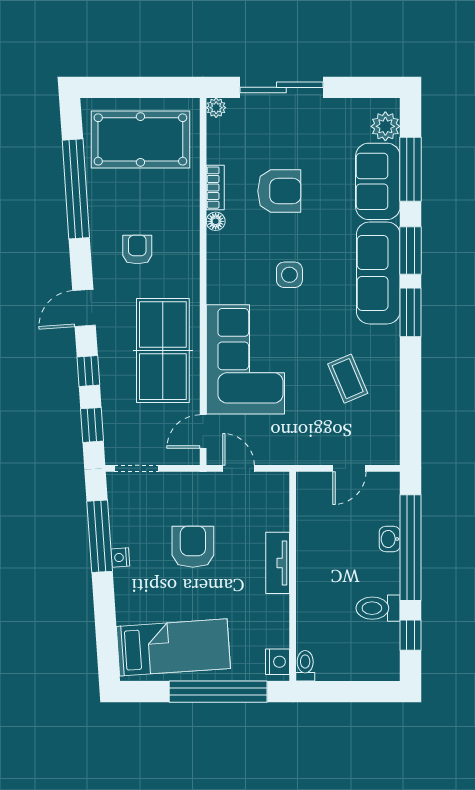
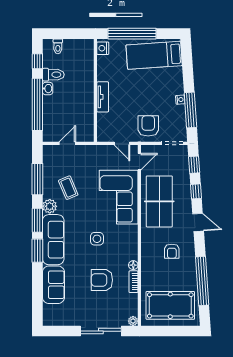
plant: (385, 126) -> (50, 206), moved
window: (410, 169) -> (37, 179), moved
door: (84, 308) -> (198, 222), hinge flipped
washbasin: (390, 539) -> (48, 89), moved
armchair: (193, 547) -> (148, 126), moved, turned 180
toilet: (305, 666) -> (58, 46), moved

